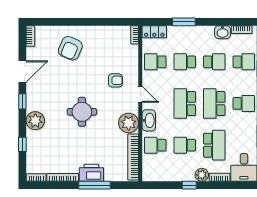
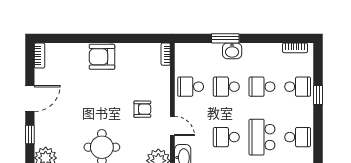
locker: (154, 32) -> (189, 50), removed
washbasin: (223, 32) -> (232, 51), moved
armchair: (70, 48) -> (102, 57), moved, turned 67
school desk: (214, 62) -> (262, 87), turned 180
school desk: (185, 103) -> (226, 137), width x0.54

